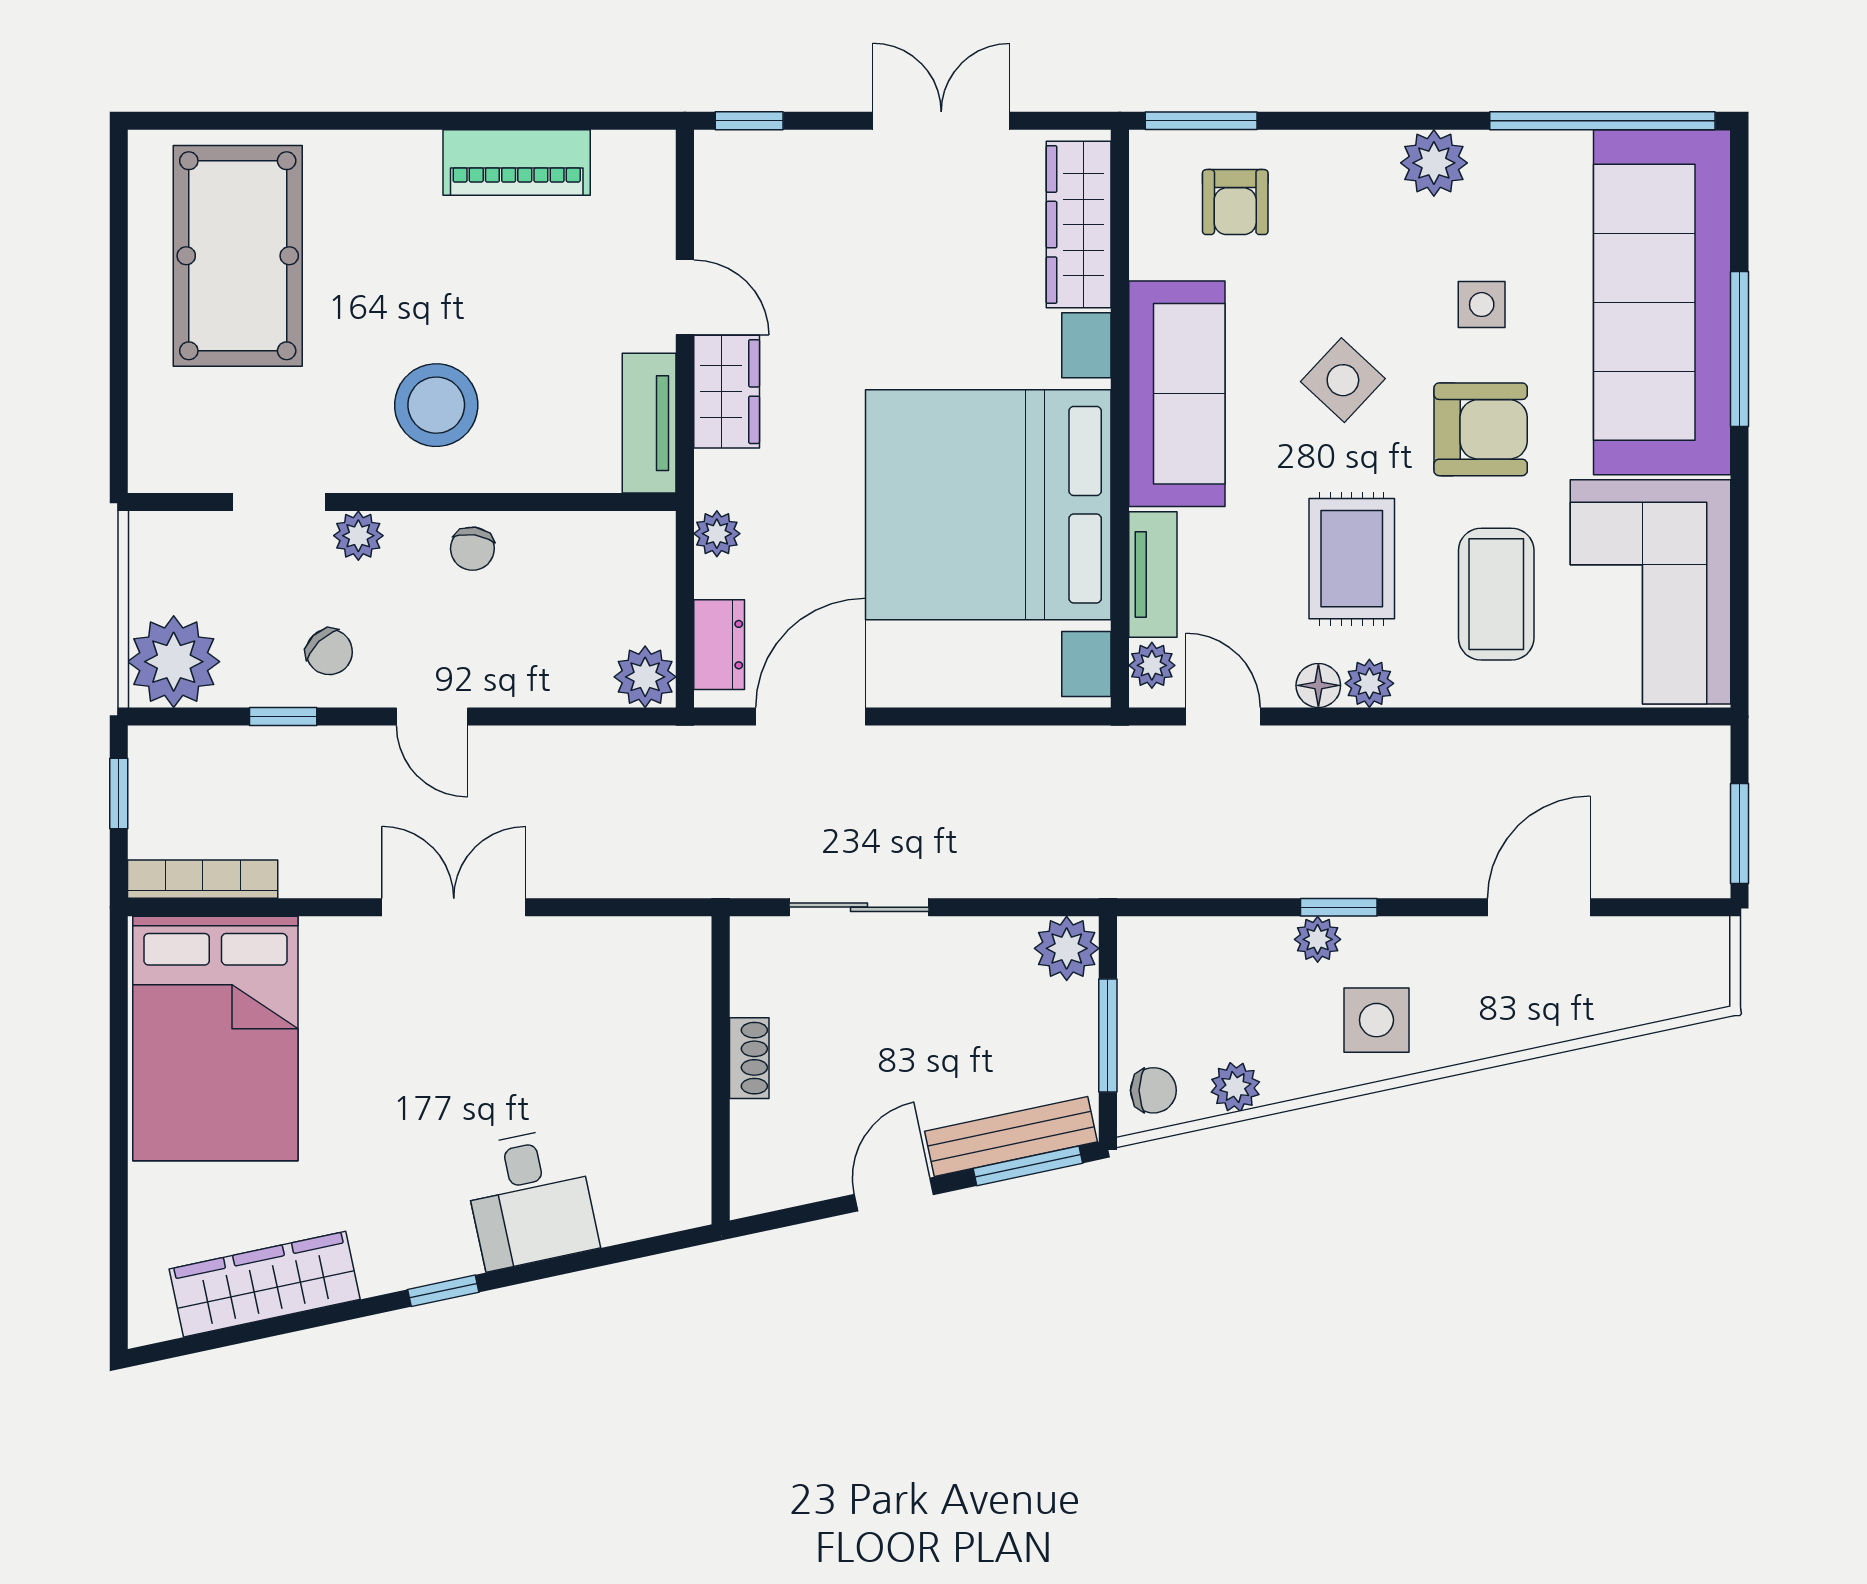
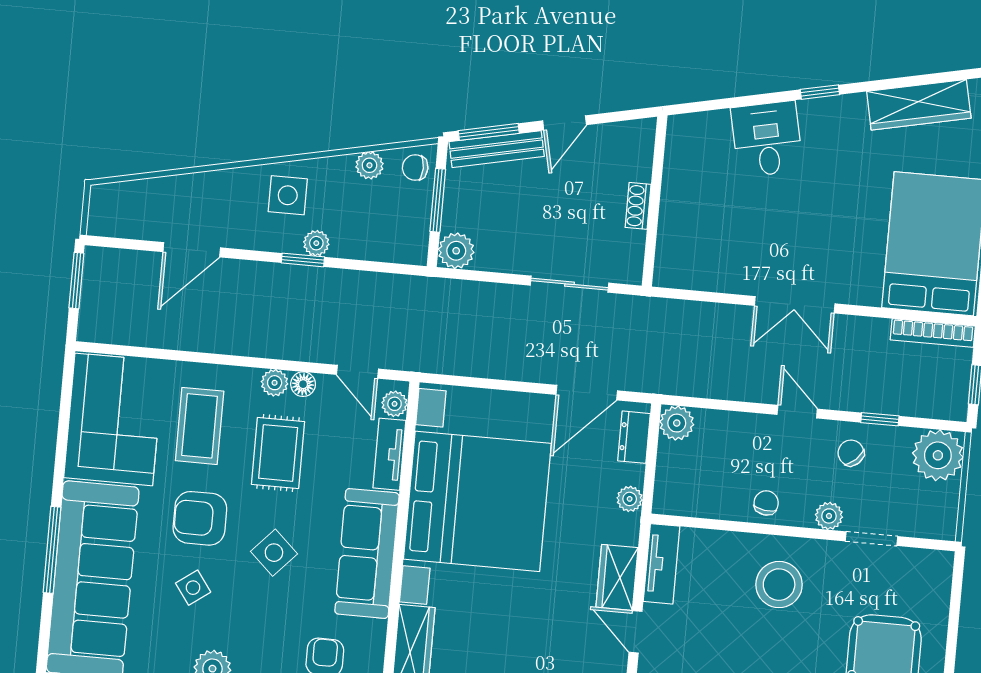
side table: (1482, 305) -> (193, 588), turned -36

